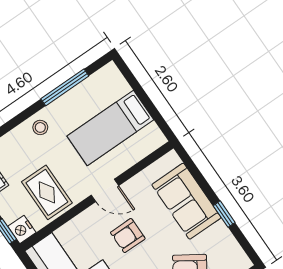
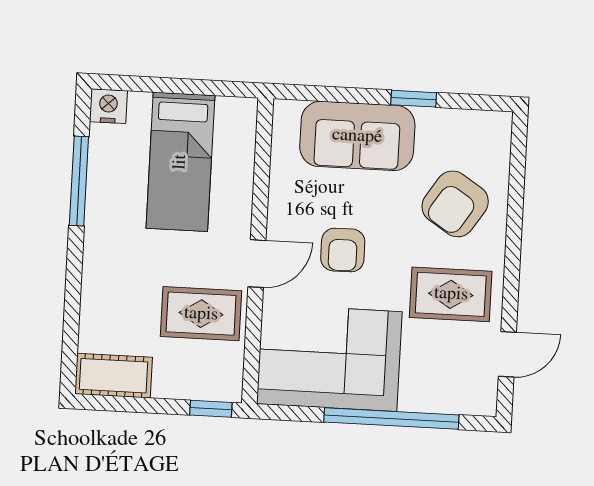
stool: (40, 127) -> (107, 255), removed
door: (105, 190) -> (257, 264), moved
nightstand: (22, 229) -> (108, 106), moved, turned 180

